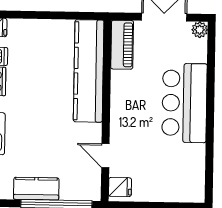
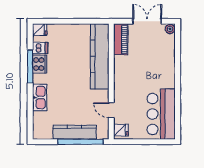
bar counter: (184, 103) -> (161, 114), moved
kitchen counter: (36, 189) -> (75, 132), width x1.50

